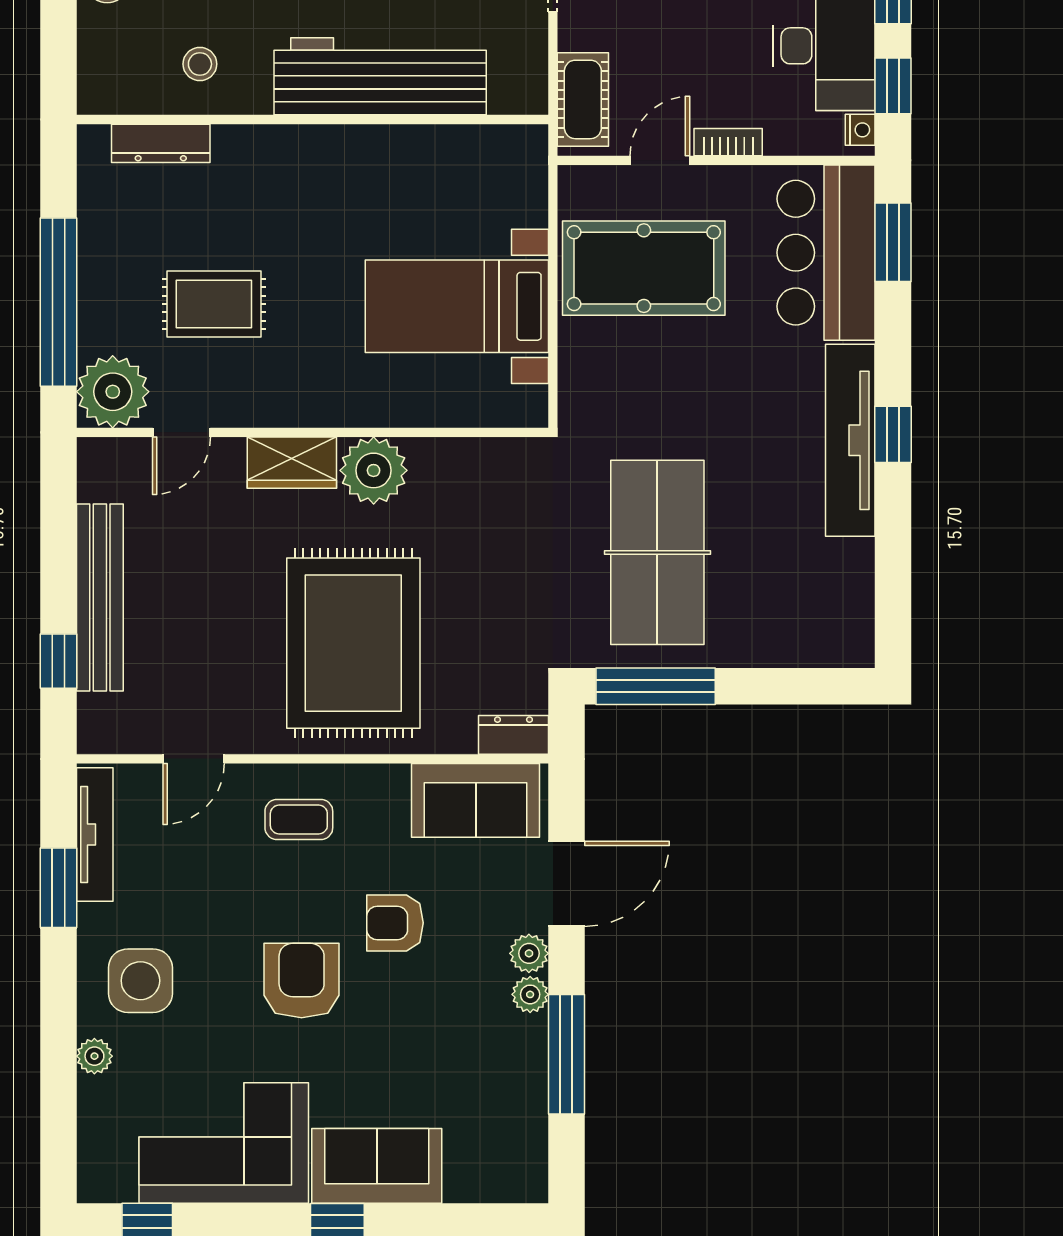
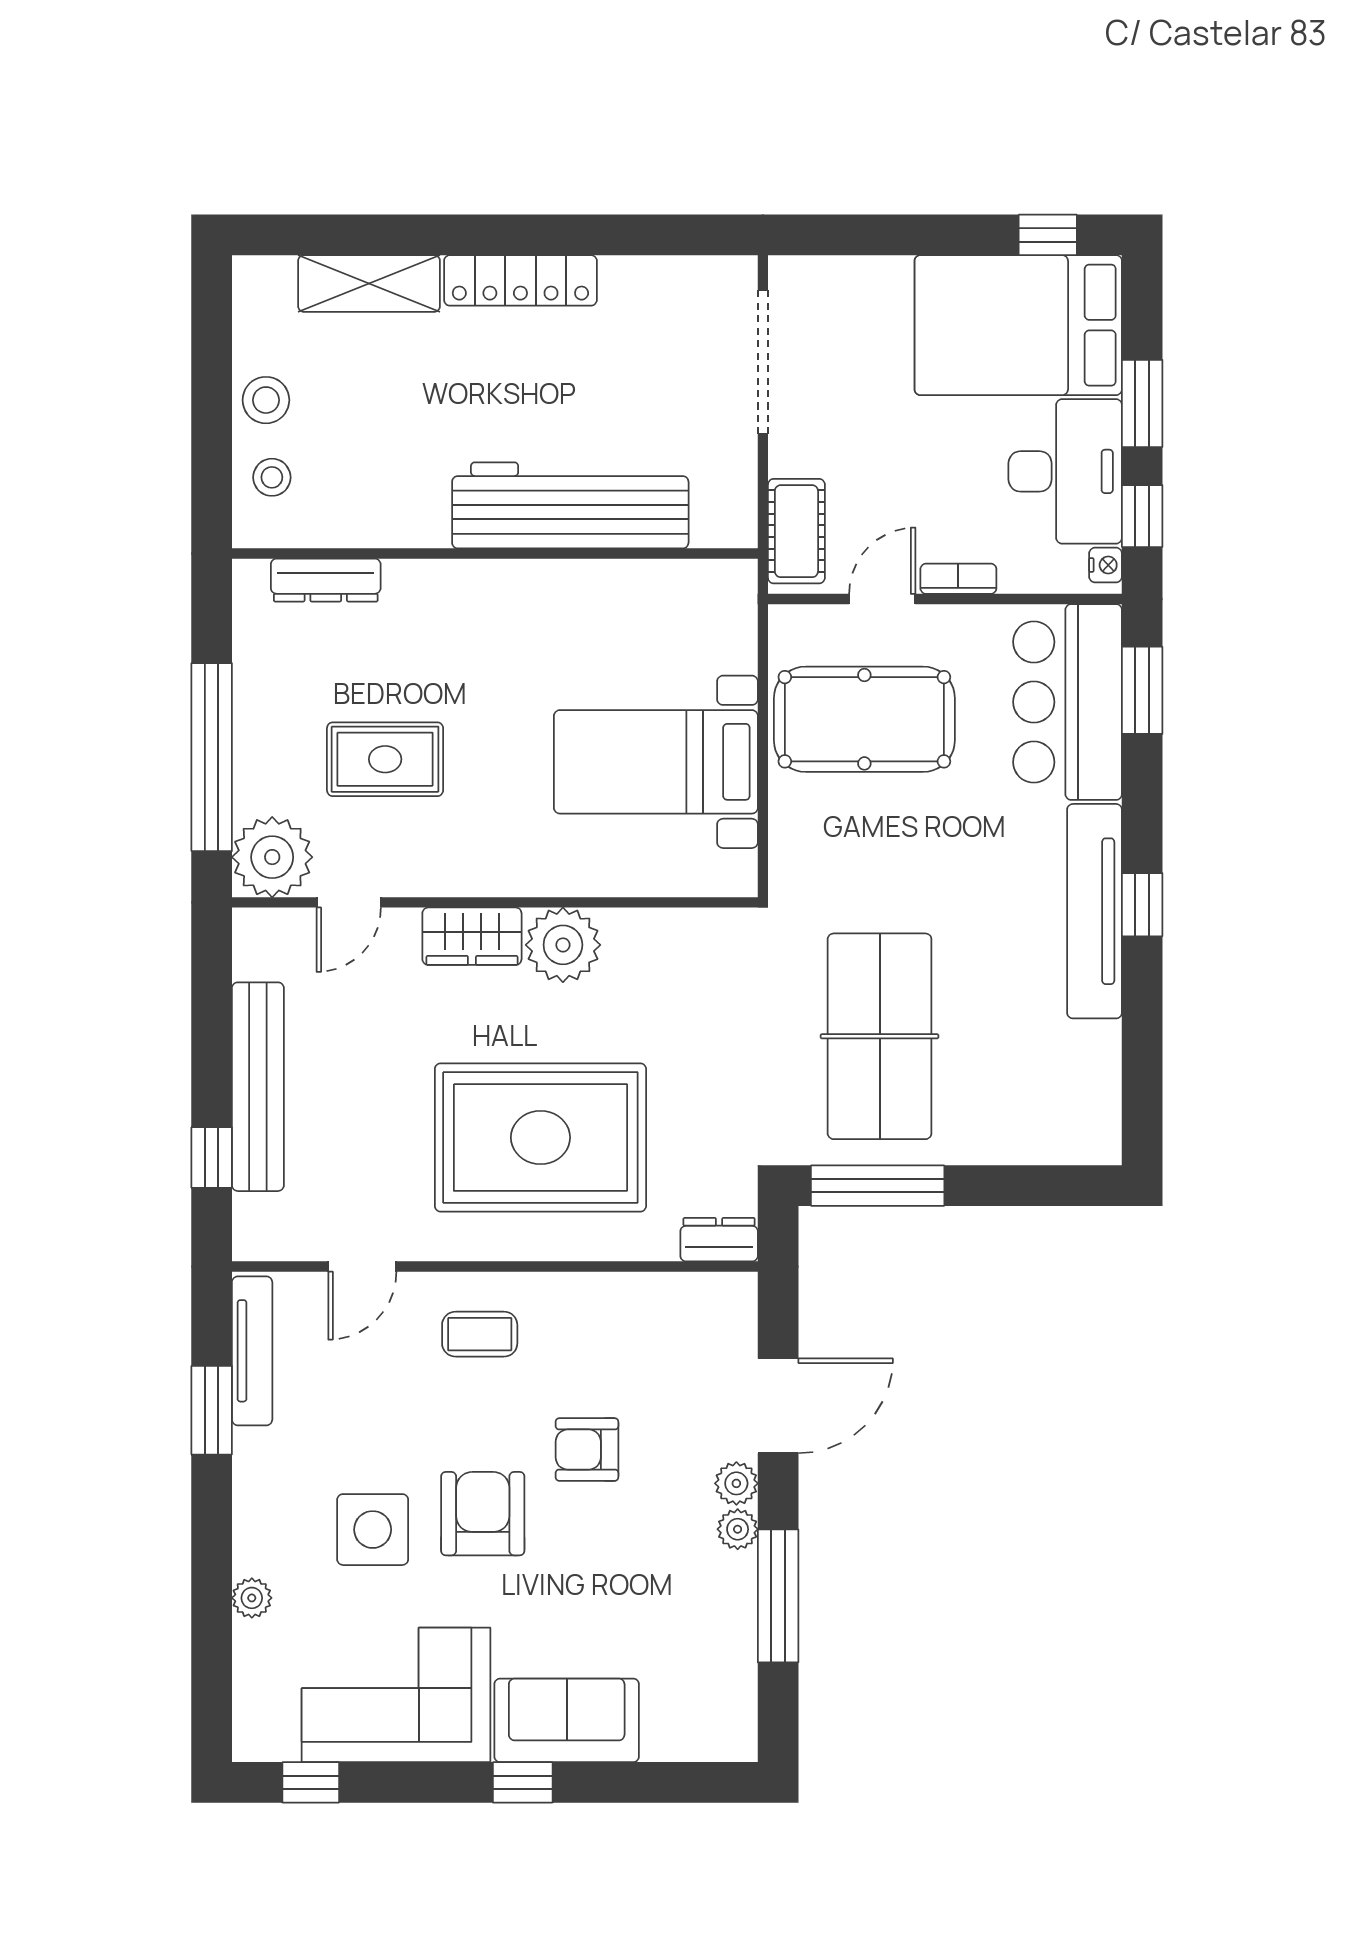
stool: (200, 64) -> (272, 477), moved
rug: (353, 643) -> (540, 1137), turned 90
sofa: (476, 800) -> (677, 1313), removed
side table: (140, 981) -> (373, 1530), moved

